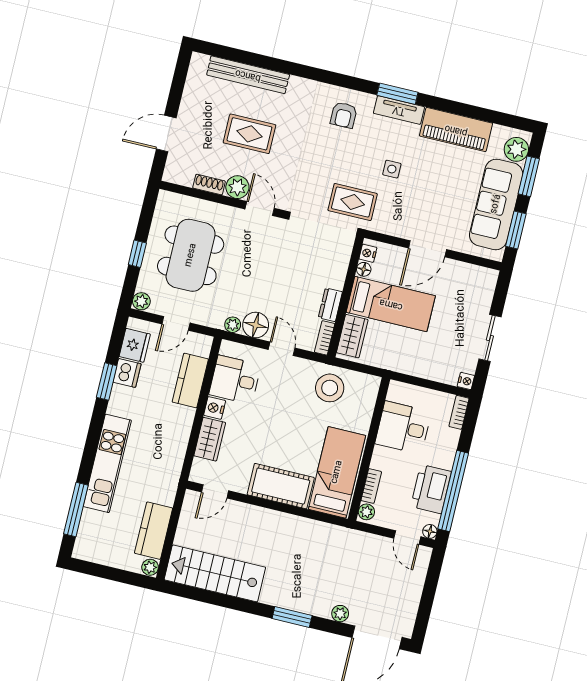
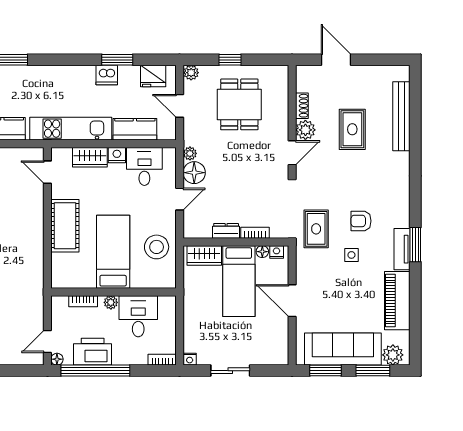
armchair: (344, 115) -> (361, 221), moved
dining table: (191, 255) -> (239, 104), width x0.73
bookcase: (325, 338) -> (255, 233), moved
dishwasher: (127, 373) -> (107, 75), moved
kitchen unit: (107, 463) -> (71, 129), moved, turned 180
bed: (337, 472) -> (113, 252), moved, turned -90
plant: (366, 512) -> (111, 302), moved

